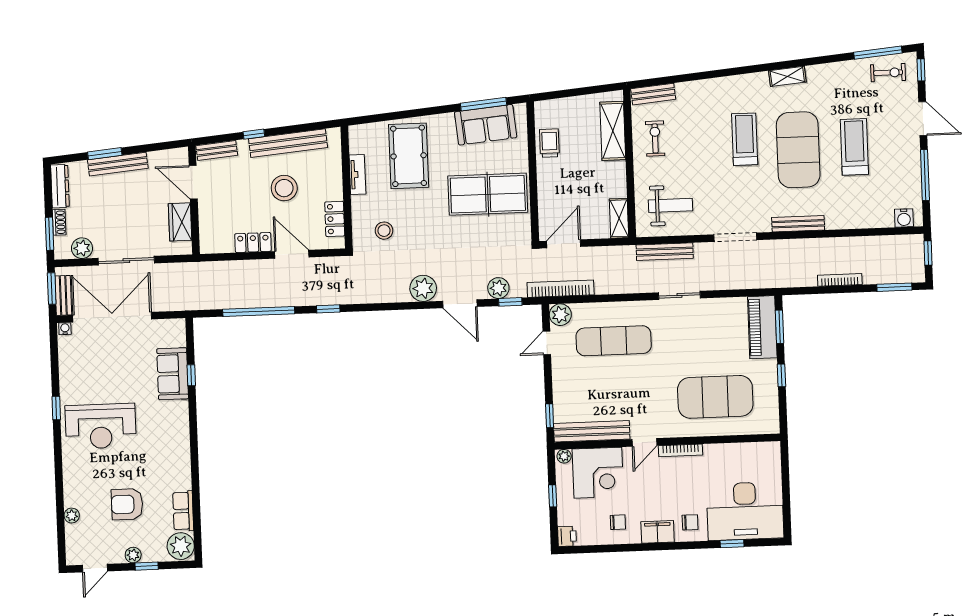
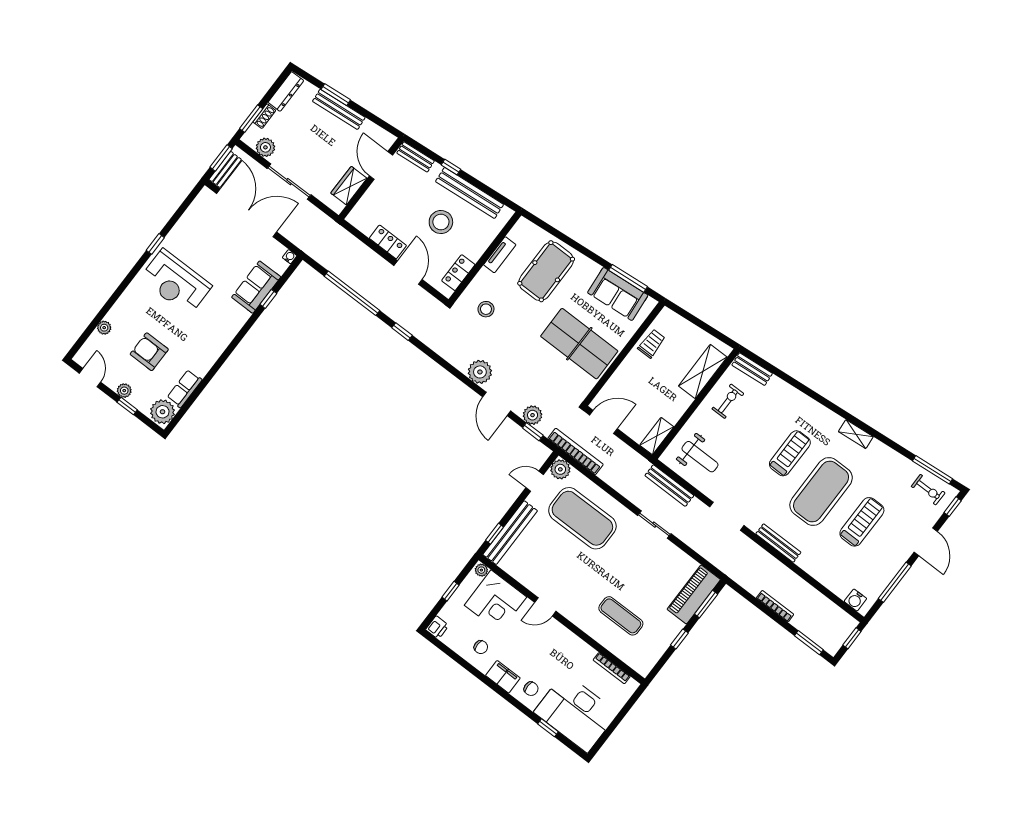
water cooler: (65, 329) -> (290, 257), moved
exercise mat: (614, 341) -> (582, 518), width x1.47
exercise mat: (715, 397) -> (621, 616), width x0.50, depth x0.69
bench: (592, 431) -> (510, 533), moved, turned 90
bookcase: (680, 450) -> (612, 668), moved
door: (95, 568) -> (90, 378), swing flipped

